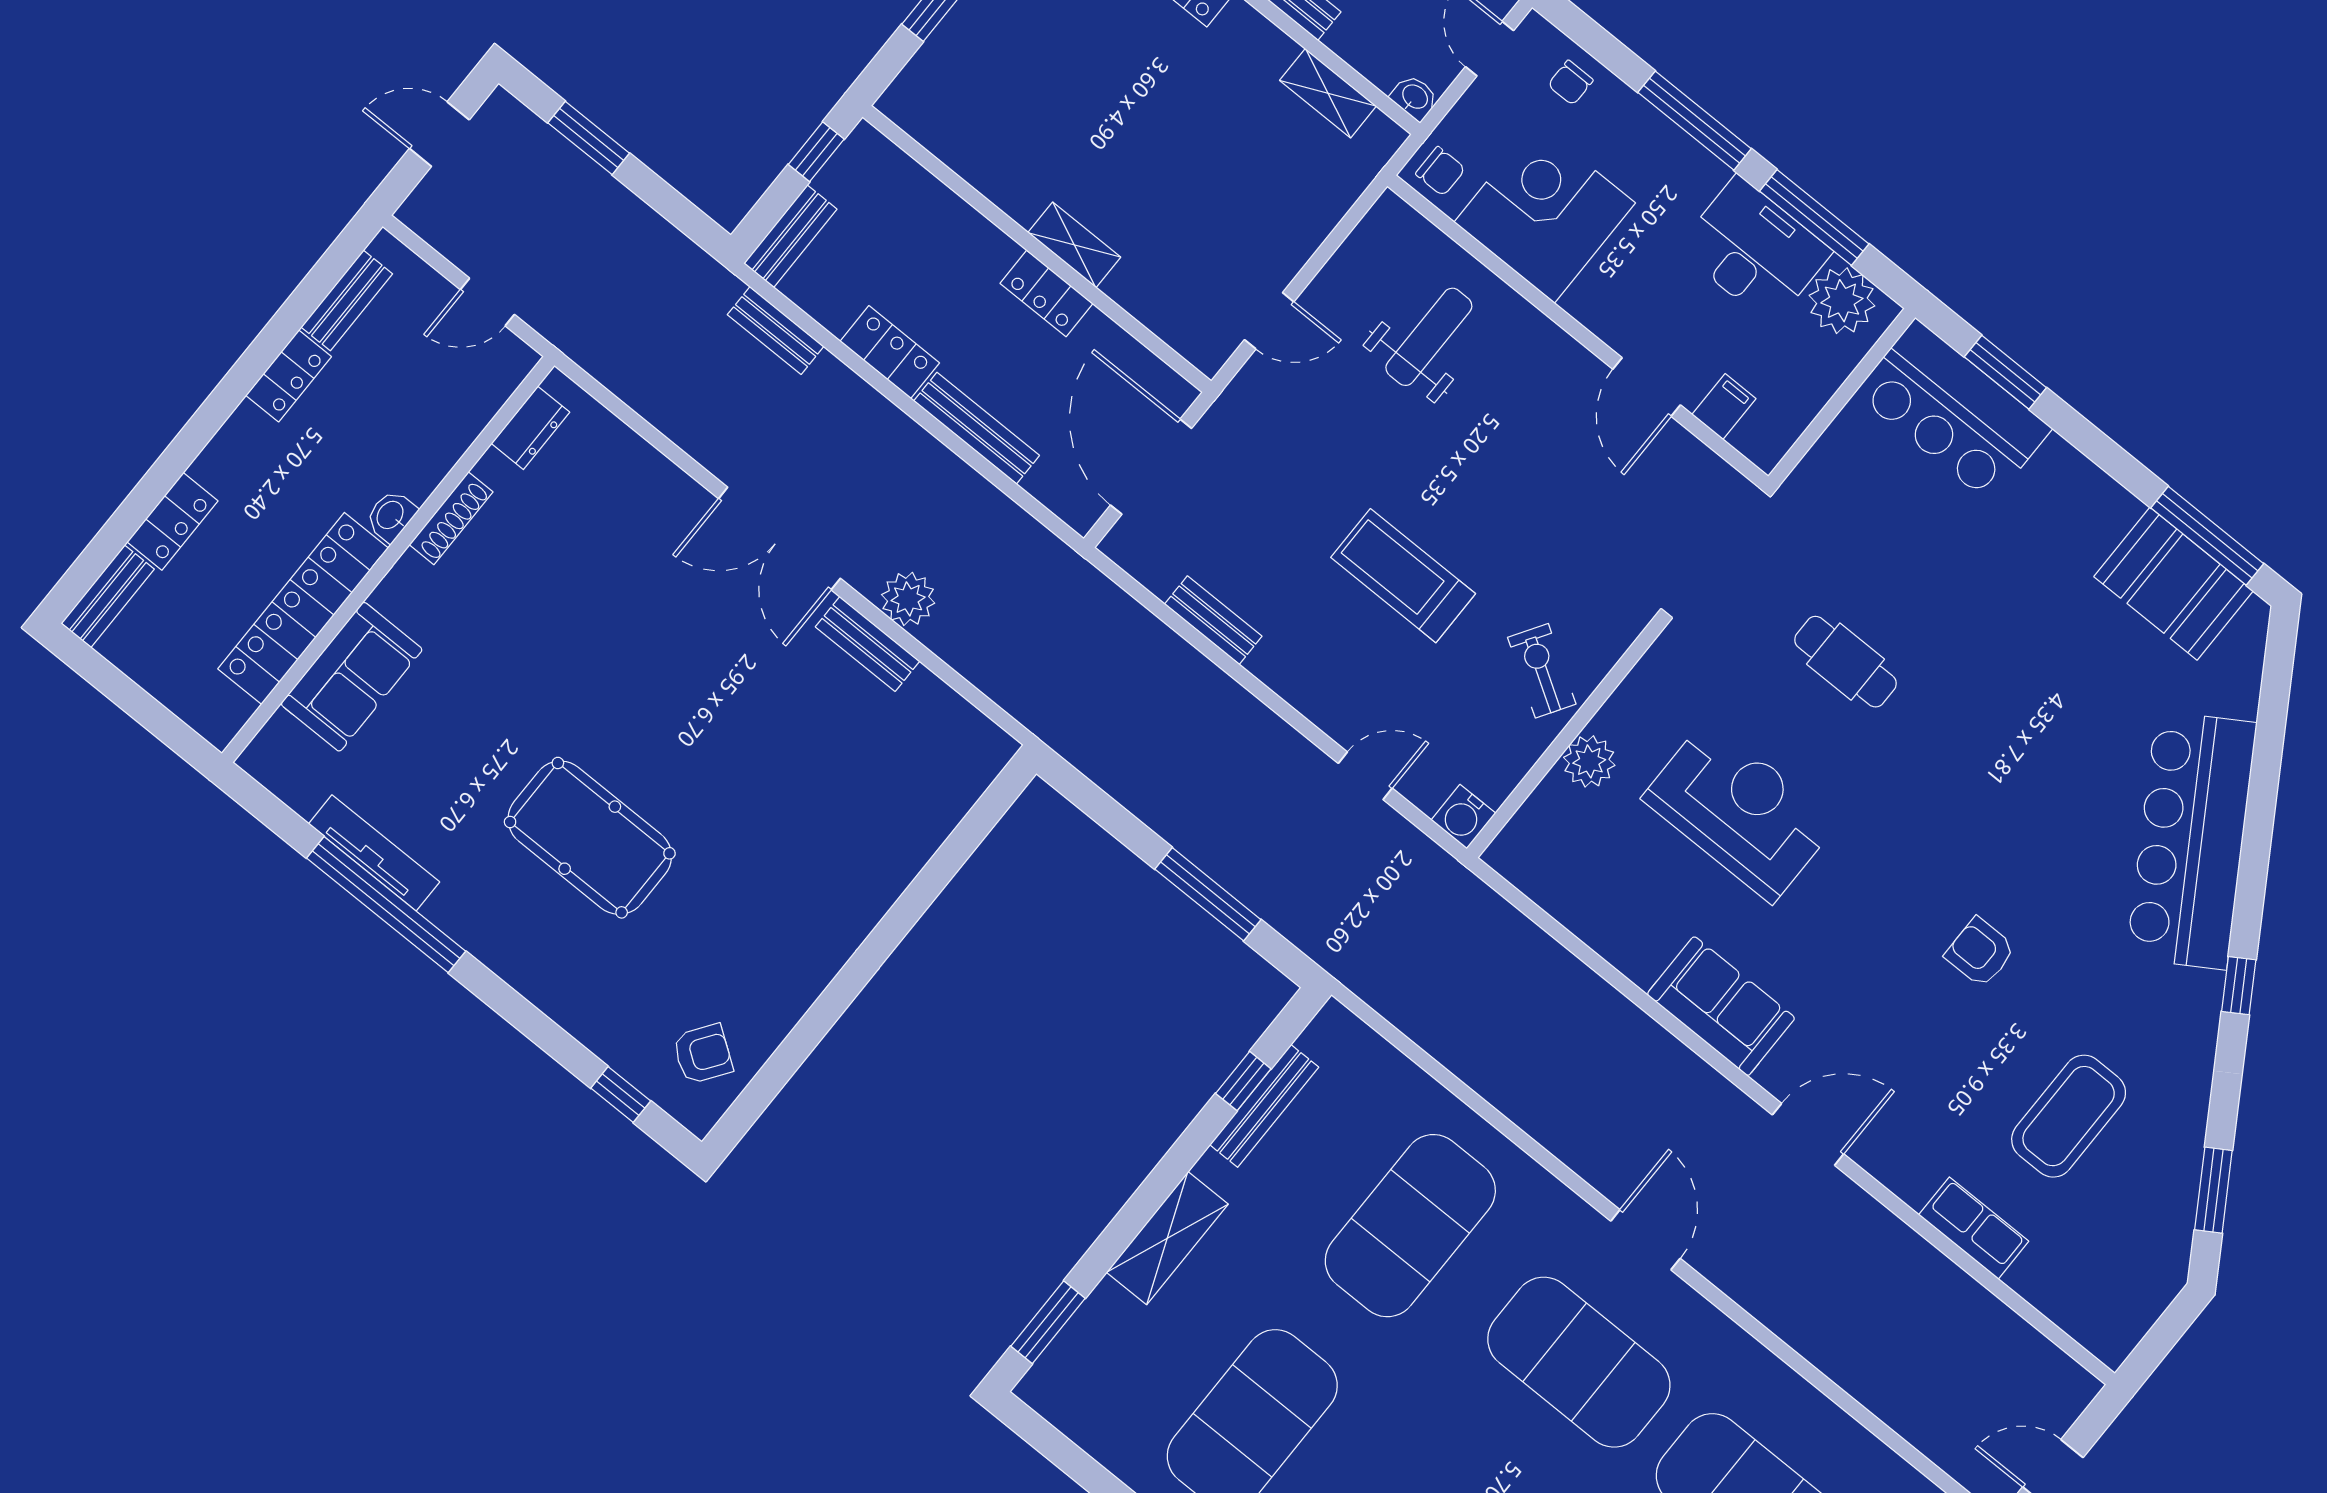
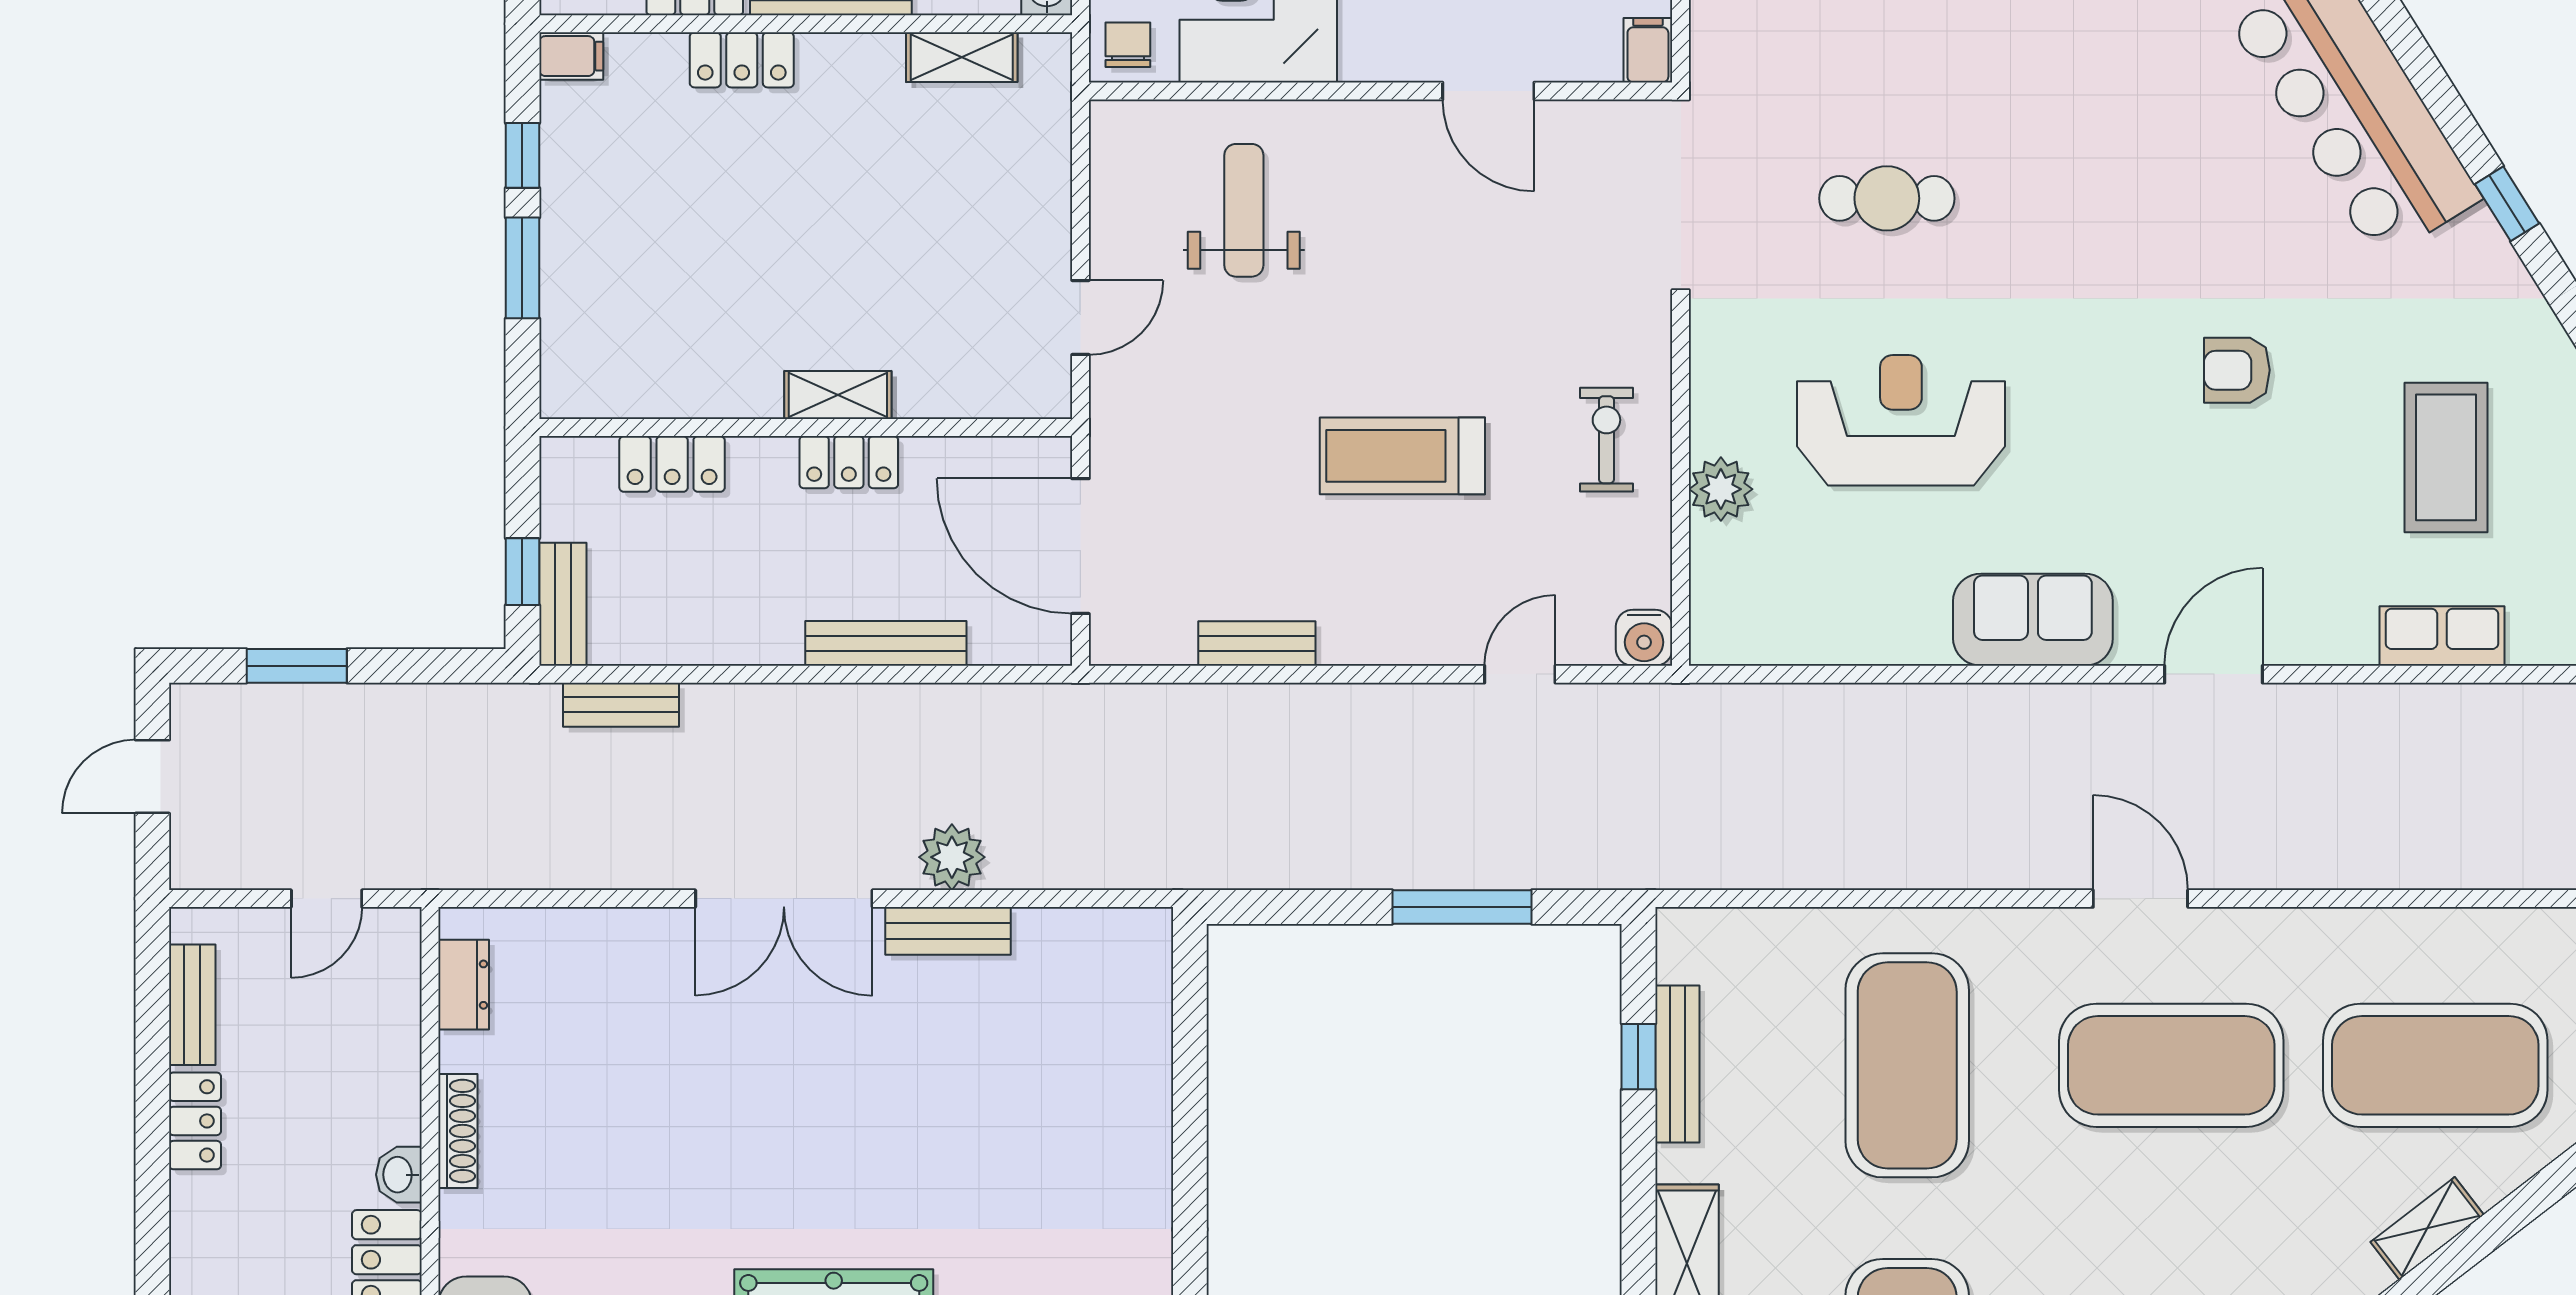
window: (816, 152) -> (522, 572), moved
chair: (1440, 171) -> (1128, 45), turned -90
locker: (890, 352) -> (672, 464), moved, turned 180
filing cabinet: (1724, 407) -> (1648, 50), moved
exercise bike: (1542, 671) -> (1606, 440), turned 58

